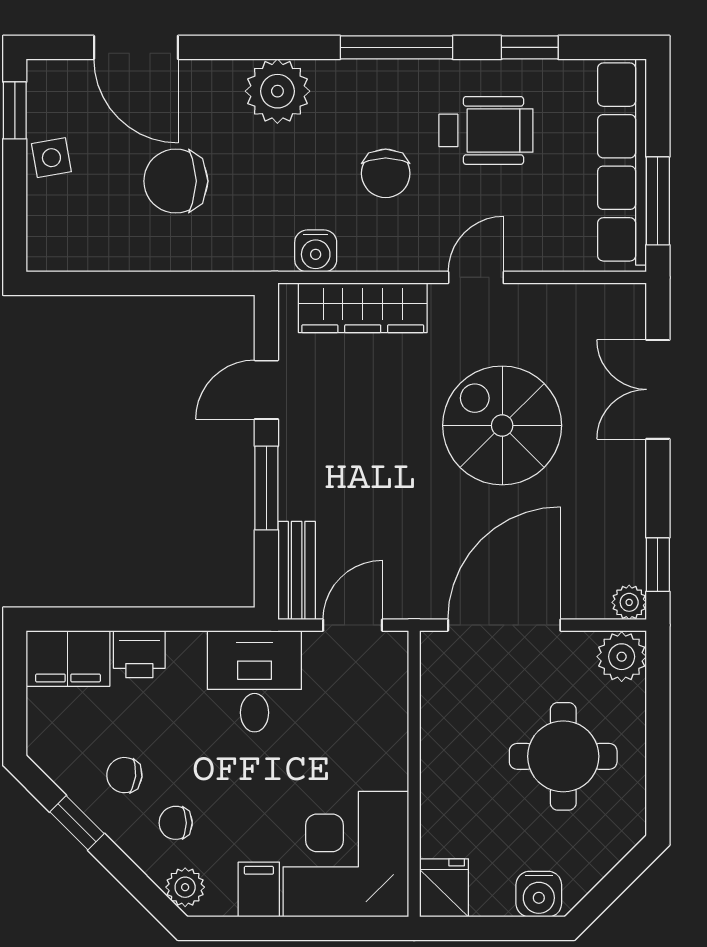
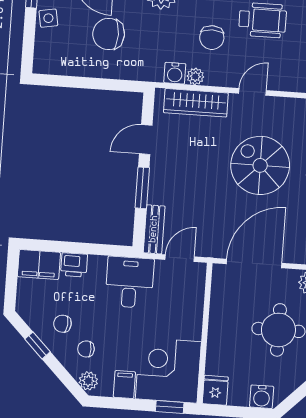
plant: (358, 254) -> (195, 76), added
window: (354, 928) -> (170, 407), added

